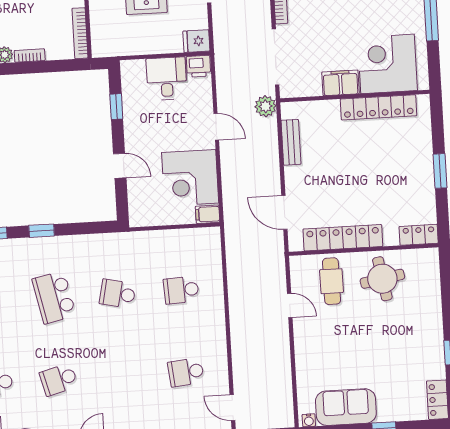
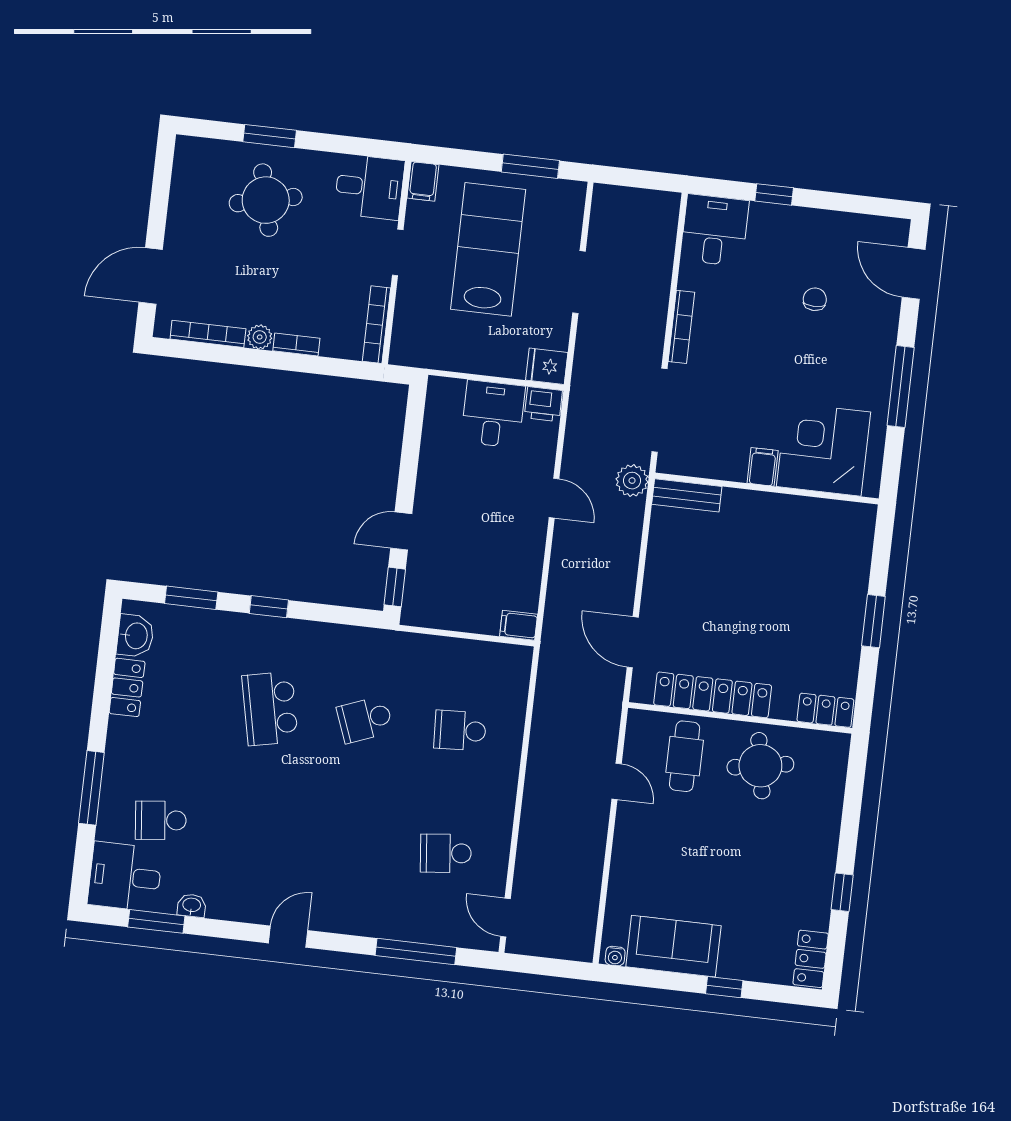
filing cabinet: (341, 83) -> (763, 467), width x0.50
window: (116, 107) -> (395, 587), moved
locker: (379, 107) -> (799, 511), removed
bench: (291, 142) -> (687, 495), moved, turned 90
door: (120, 166) -> (401, 531), swing flipped
corner desk: (190, 178) -> (502, 567), removed
school desk: (118, 294) -> (365, 720), turned -33
school desk: (59, 380) -> (256, 831), removed

